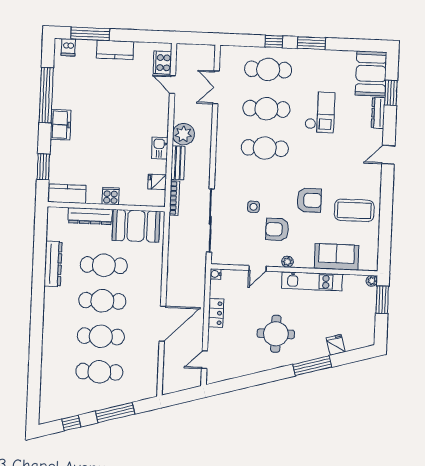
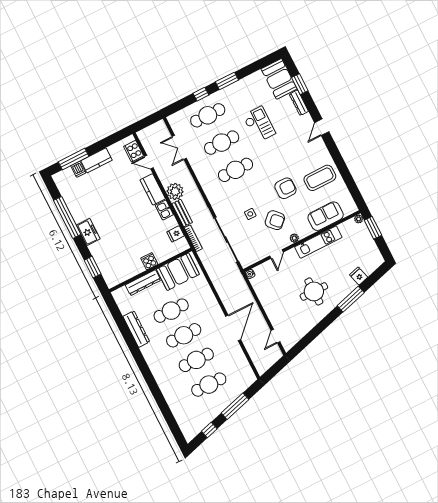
dishwasher: (68, 47) -> (78, 169), moved
kitchen counter: (67, 194) -> (153, 189), moved, turned -90
armchair: (277, 229) -> (275, 220), turned -134
locker: (216, 313) -> (265, 300), removed

